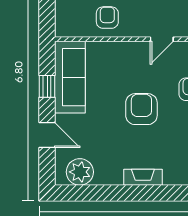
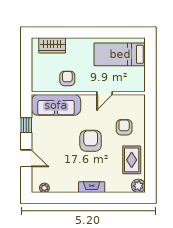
sofa: (70, 77) -> (56, 105), moved, turned 90
plant: (80, 172) -> (44, 188), width x0.53, depth x0.53

